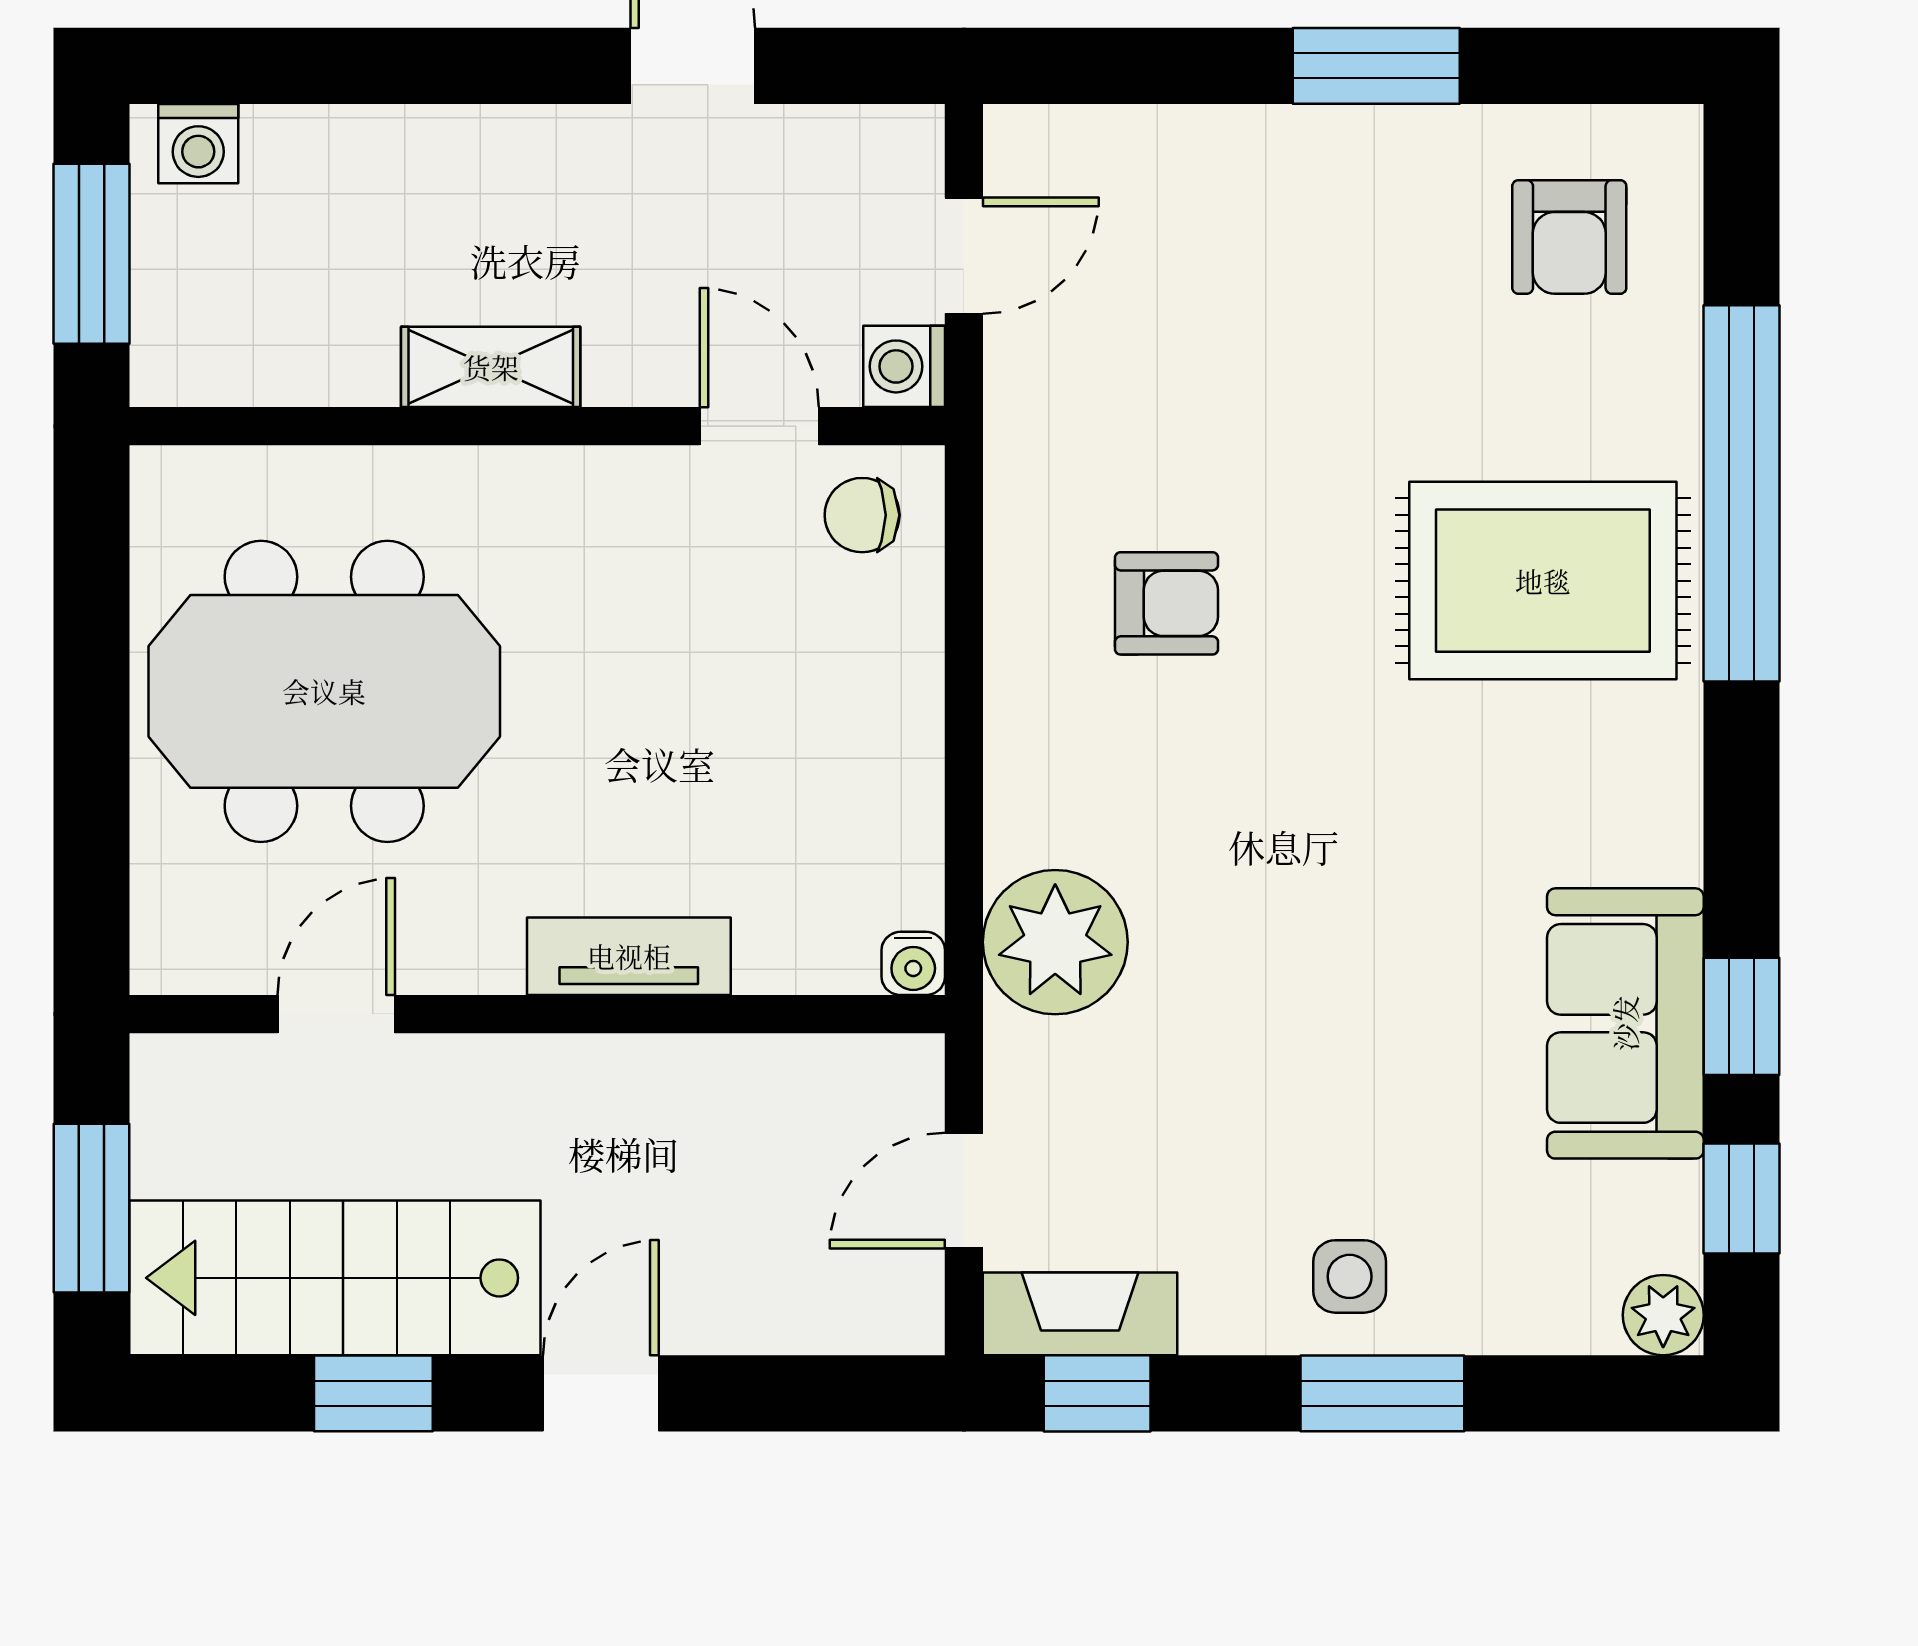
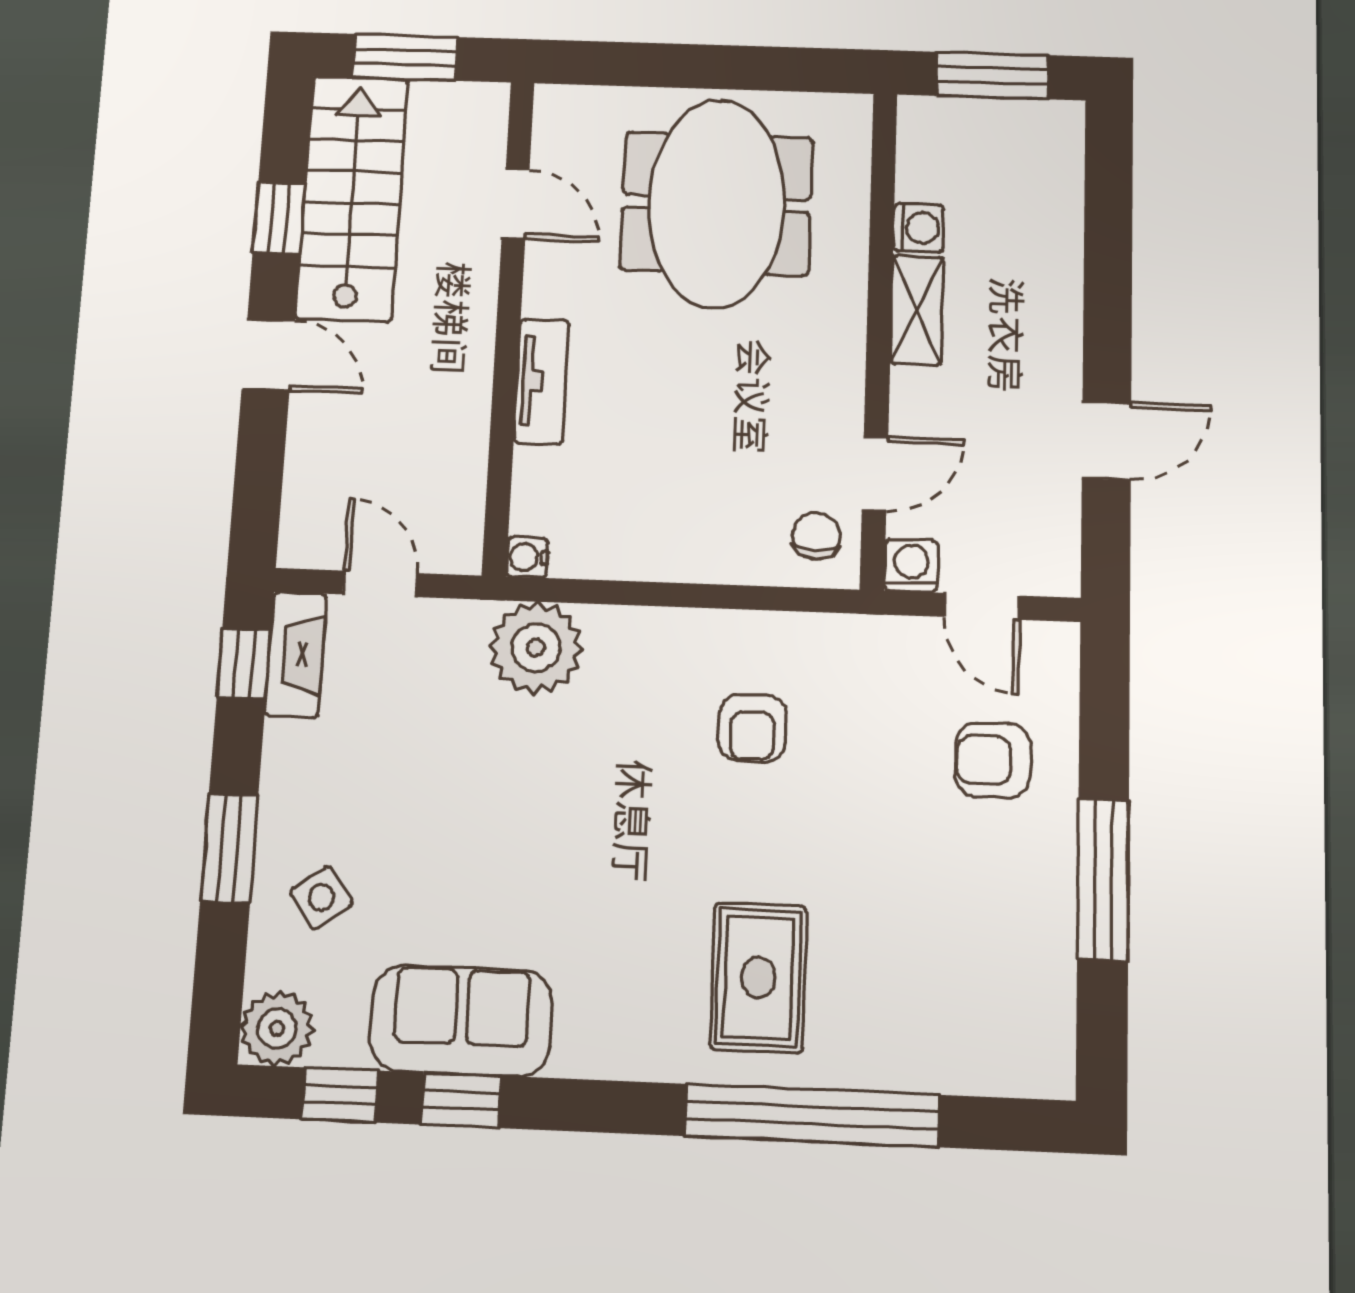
window: (1376, 66) -> (1103, 880), width x1.44
washing machine: (198, 144) -> (919, 228), moved, turned 180
armchair: (1569, 237) -> (993, 760), moved
rug: (1543, 581) -> (758, 977), width x0.73, depth x0.70
side table: (1350, 1276) -> (321, 897), moved, turned -36
plant: (1663, 1315) -> (277, 1028), width x1.38, depth x1.38

